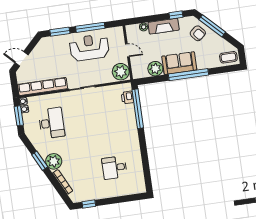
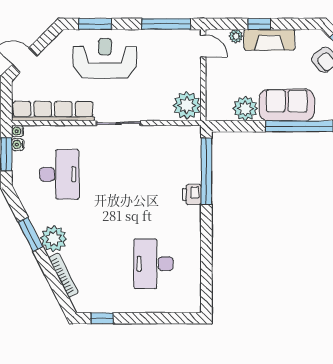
window: (176, 15) -> (259, 24), moved
window: (90, 27) -> (166, 24), moved
reception desk: (89, 48) -> (105, 58), moved
door: (127, 50) -> (203, 46), moved
printer: (127, 97) -> (192, 195), moved
desk: (114, 168) -> (153, 264), width x1.37

